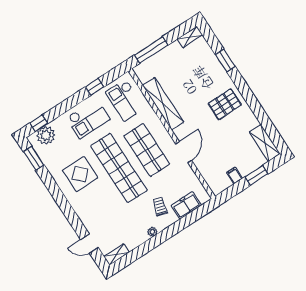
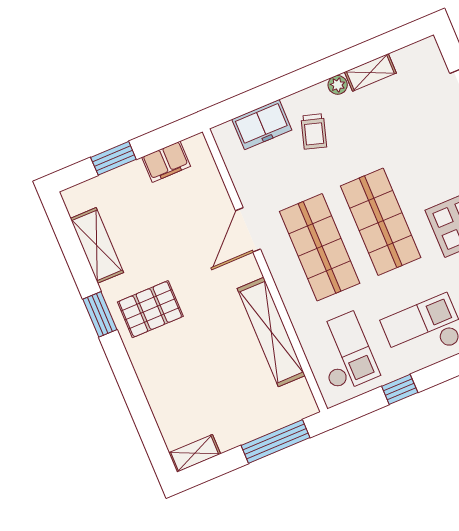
window: (225, 60) -> (100, 314), moved
shelving: (265, 143) -> (97, 245), moved
shop shelf: (119, 168) -> (381, 222), width x0.71
filing cabinet: (235, 176) -> (166, 162), width x2.00
shelving: (116, 254) -> (370, 72), moved

